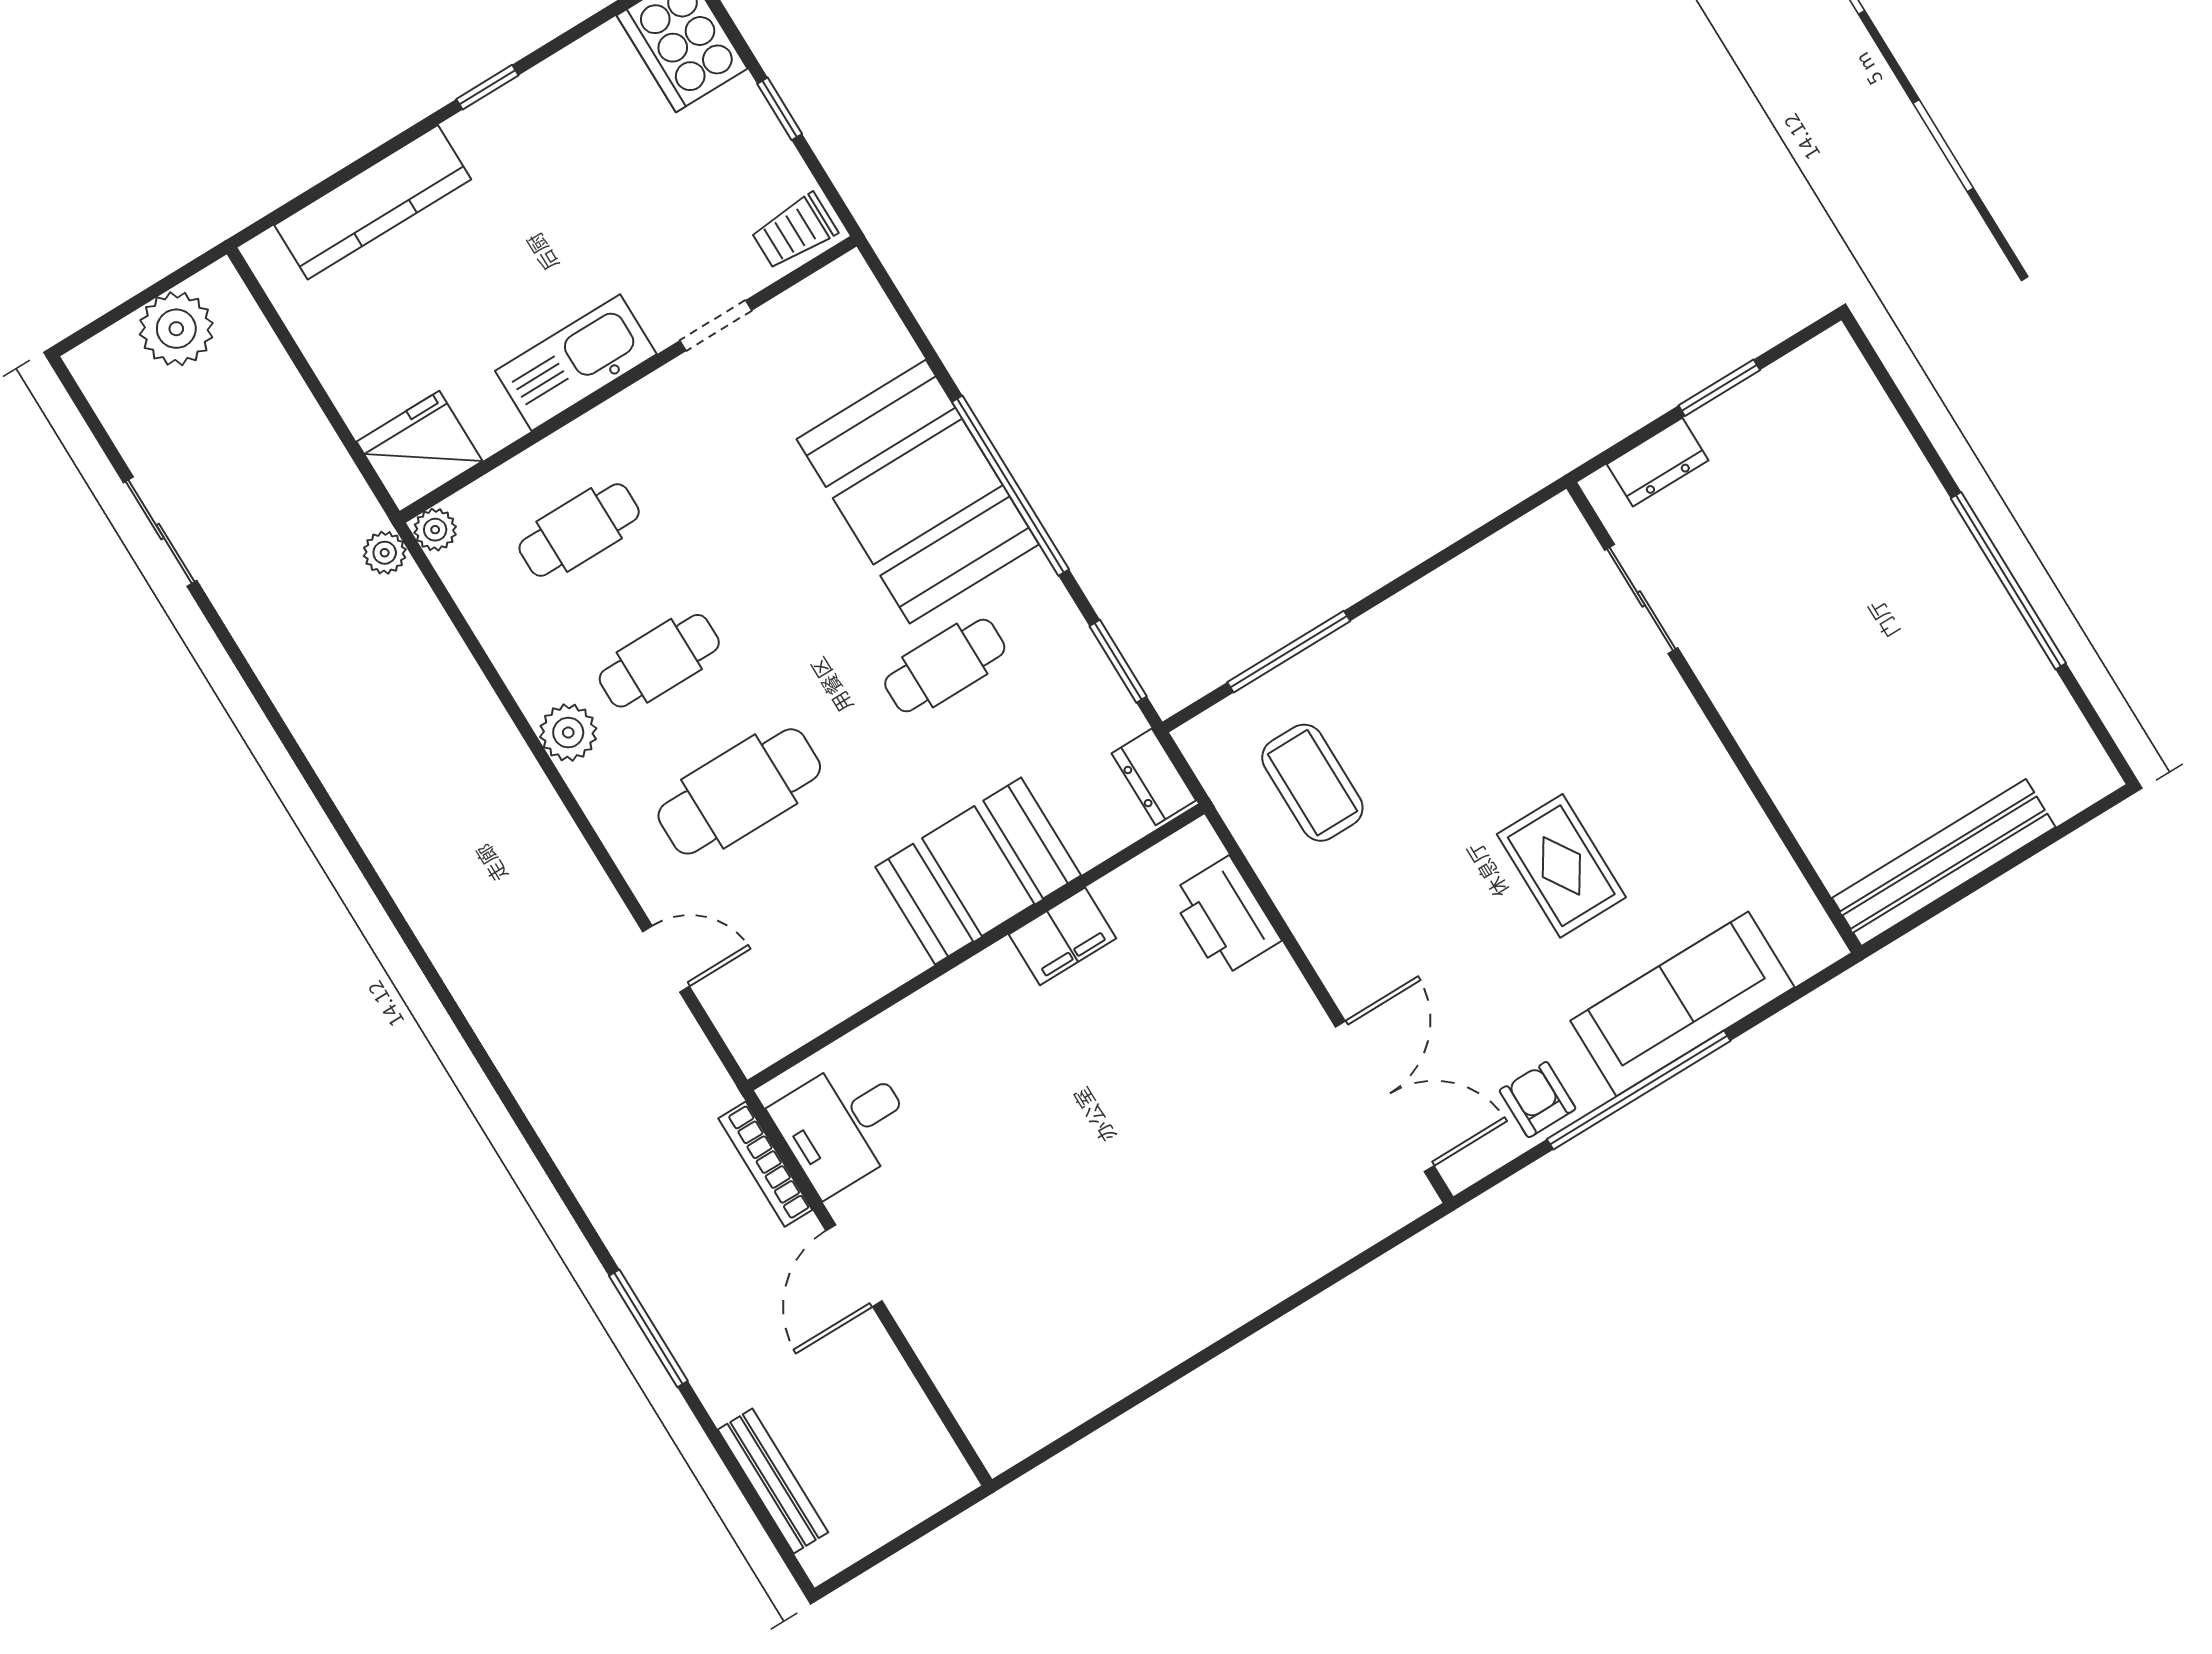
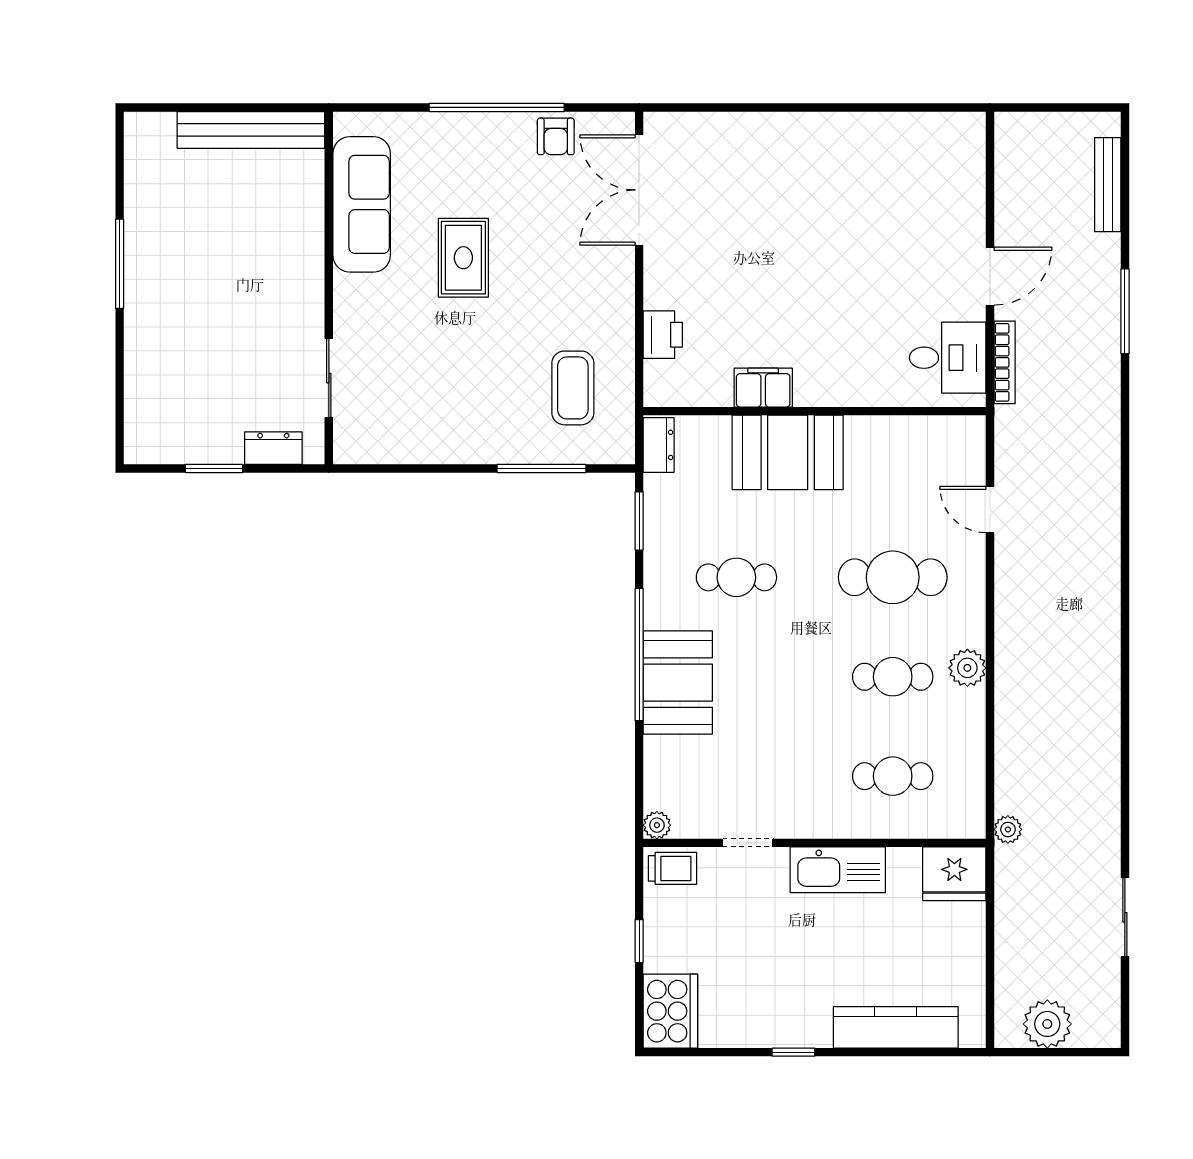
booth: (918, 492) -> (678, 683), width x0.73, depth x0.70
plant: (435, 530) -> (657, 825), moved
window: (2008, 581) -> (120, 264), width x0.68
printer: (1225, 917) -> (663, 335), width x0.73, depth x0.84
sofa: (1682, 1004) -> (362, 204), moved, turned -90

